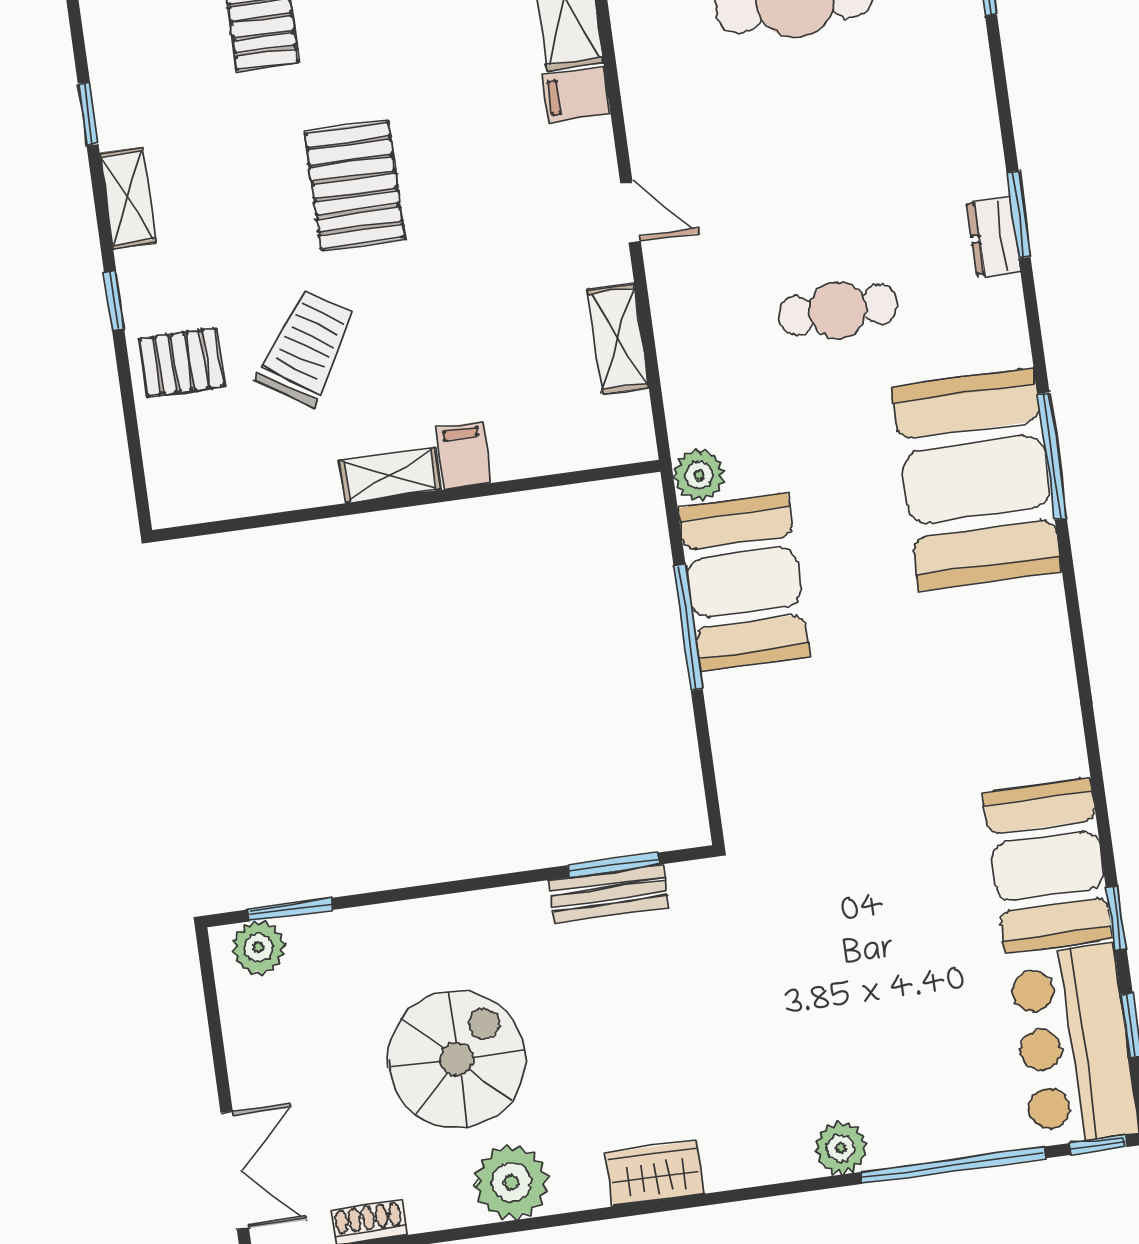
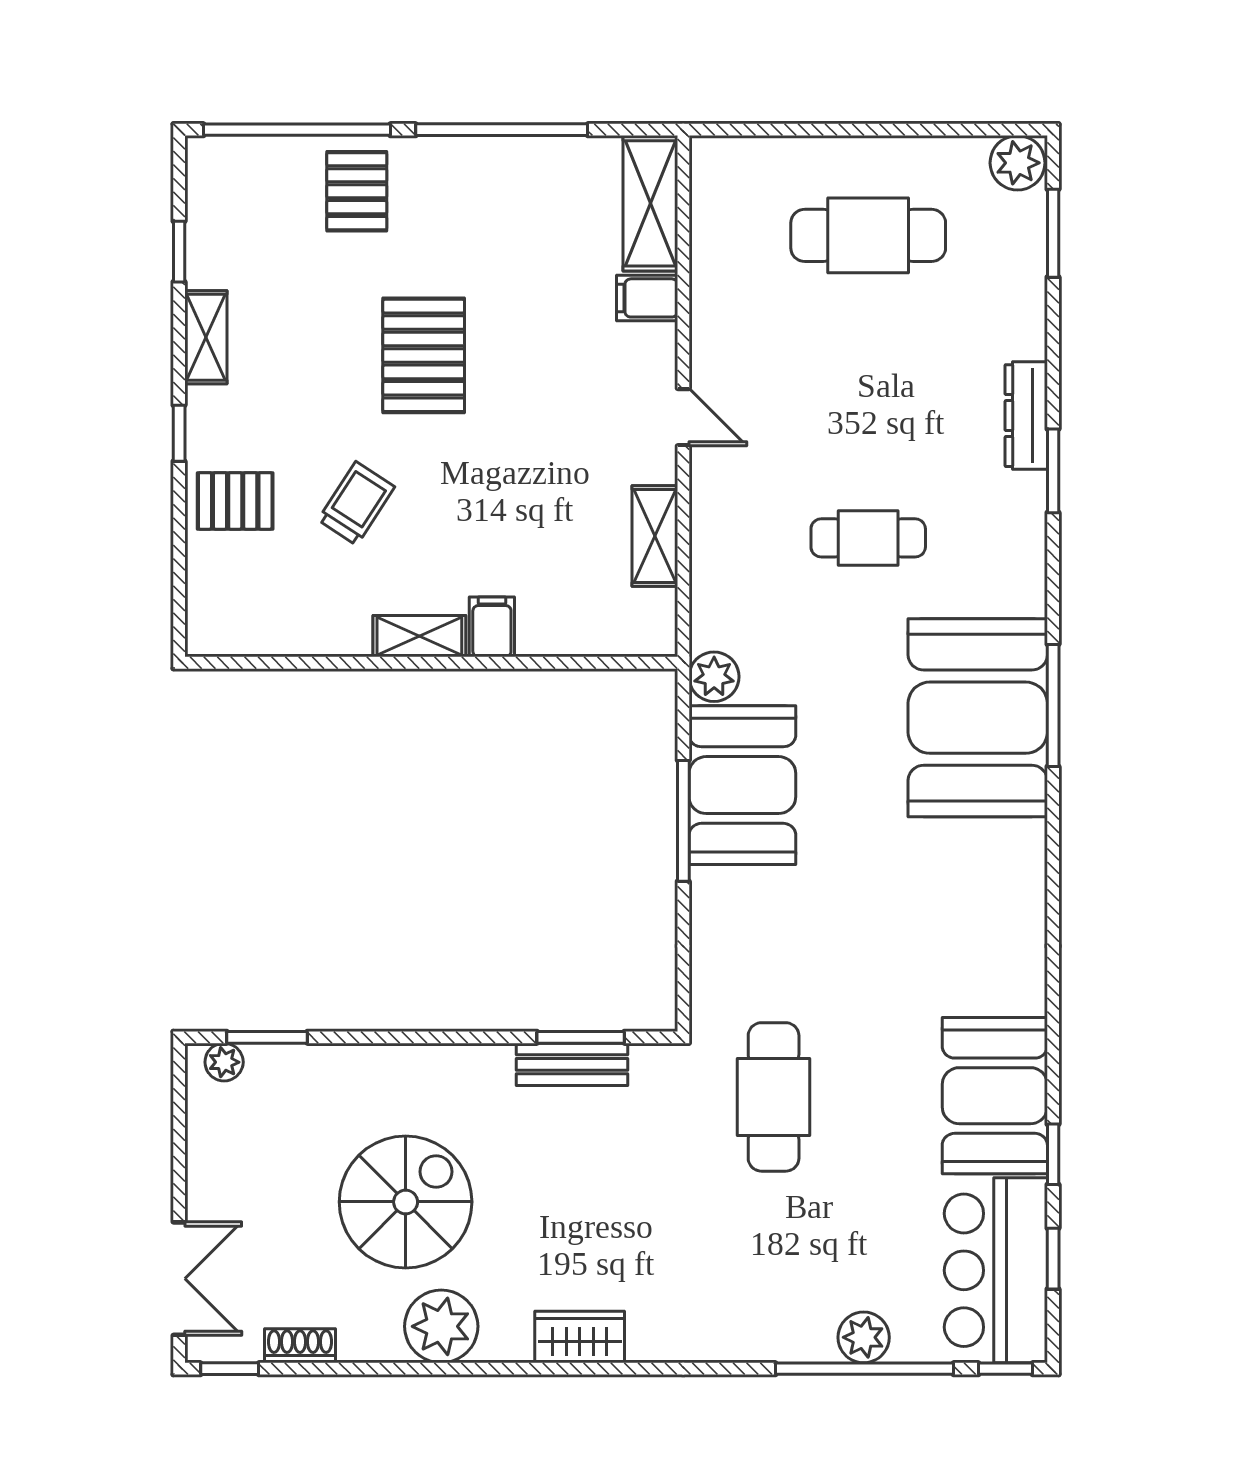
dresser: (994, 237) -> (1026, 416), moved, width x1.44
trolley: (306, 348) -> (356, 503), width x0.73, depth x0.72
cafe table: (820, 899) -> (774, 1097), added
plant: (259, 947) -> (224, 1062), width x0.73, depth x0.73
plant: (841, 1148) -> (864, 1337), moved

